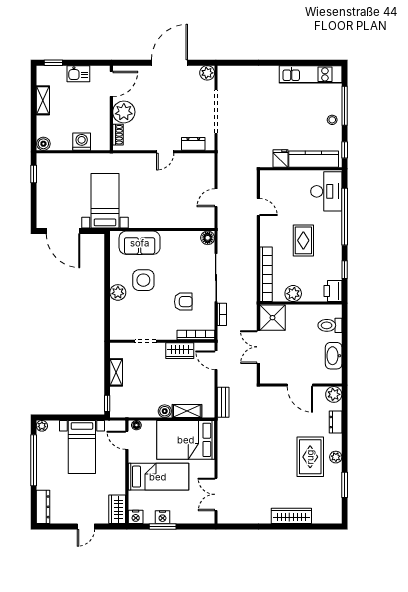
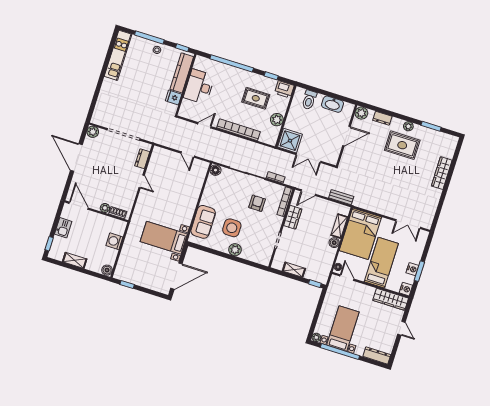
plant: (124, 112) -> (105, 208), width x0.53, depth x0.53
desk: (326, 191) -> (199, 87), moved, turned -90
rug: (303, 240) -> (256, 98), moved
bookcase: (266, 274) -> (239, 130), moved
door: (127, 440) -> (347, 278), swing flipped
bed with nightstands: (82, 447) -> (343, 329), moved, turned -90
wardrobe: (117, 509) -> (391, 299), width x1.50

